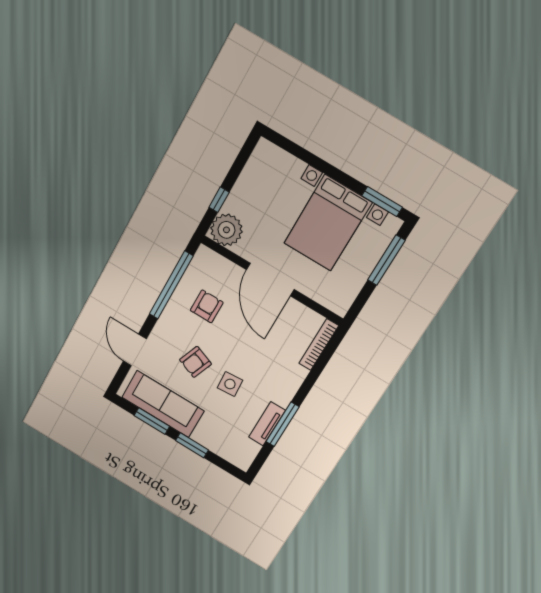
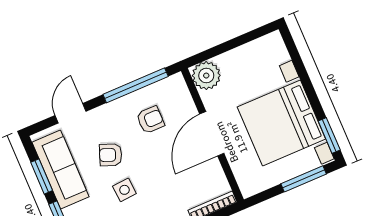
window: (219, 200) -> (217, 51), removed
bed with nightstands: (328, 223) -> (281, 123), width x1.36

